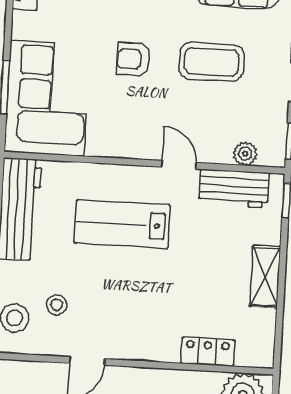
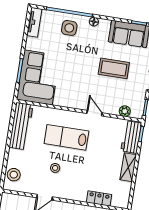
armchair: (134, 59) -> (79, 64), removed
workbench: (234, 188) -> (131, 137), moved, turned 90
stool: (57, 305) -> (55, 168), moved

